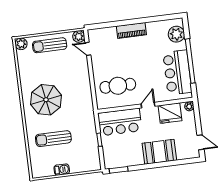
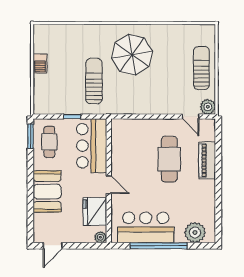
piano: (131, 30) -> (207, 160), moved
plant: (21, 44) -> (208, 32), removed
door: (88, 49) -> (191, 117), swing flipped
cafe table: (118, 86) -> (169, 159), moved
sun lounger: (53, 139) -> (94, 81), moved
cafe table: (121, 155) -> (49, 142), added

